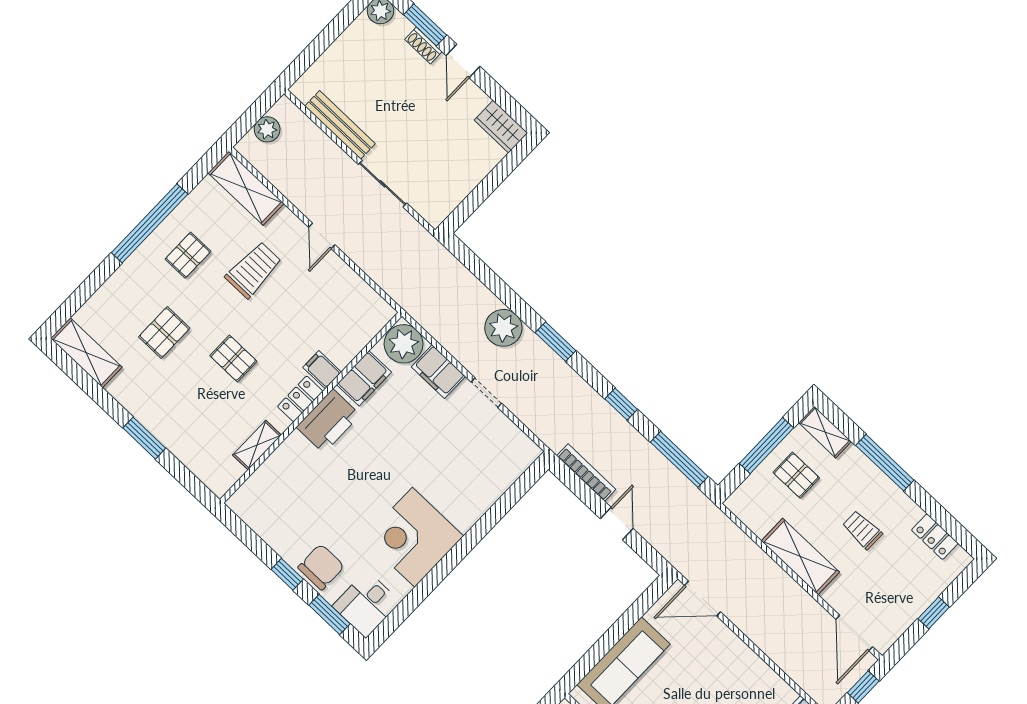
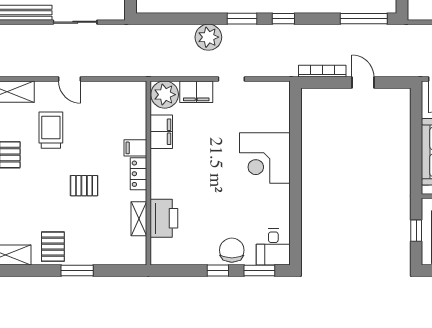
pallet: (164, 332) -> (53, 247), moved
window: (621, 404) -> (283, 19), moved
printer: (328, 421) -> (164, 218), moved
corner desk: (414, 537) -> (265, 158), moved

